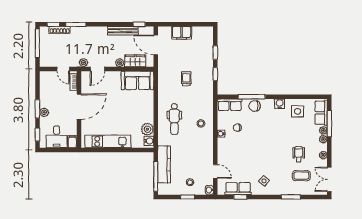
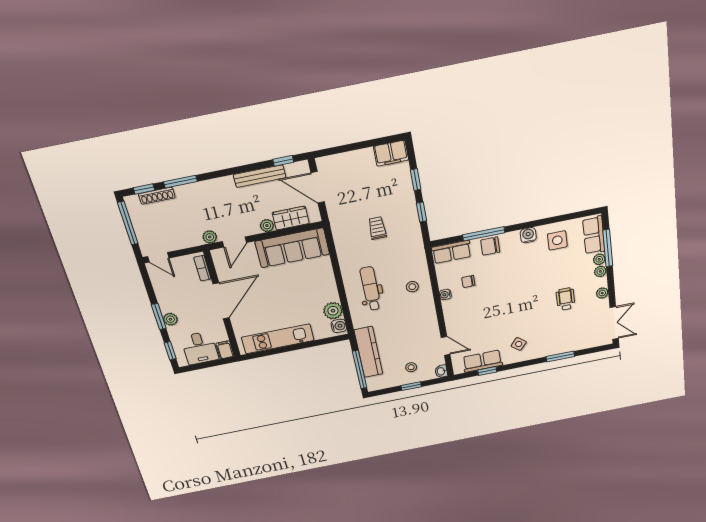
filing cabinet: (182, 33) -> (391, 153), moved
door: (63, 69) -> (158, 257), moved
sofa: (137, 81) -> (292, 248), width x1.36
dental chair: (174, 119) -> (371, 289), turned 180
coffee table: (301, 176) -> (573, 326), removed
double door: (329, 179) -> (614, 323), swing flipped

